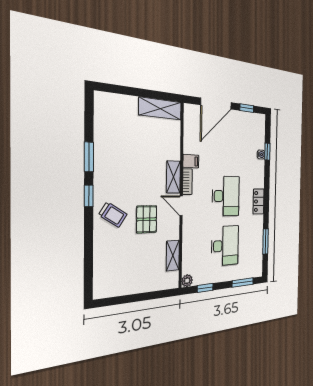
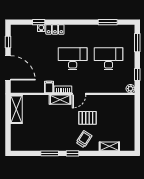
locker: (259, 201) -> (55, 29), moved
shelving: (173, 256) -> (109, 146), moved

